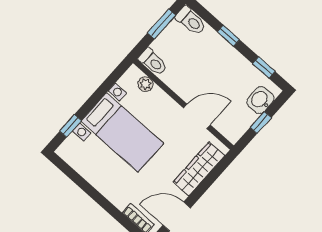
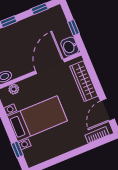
washbasin: (260, 100) -> (70, 47), moved
door: (197, 116) -> (50, 66), width x1.36

